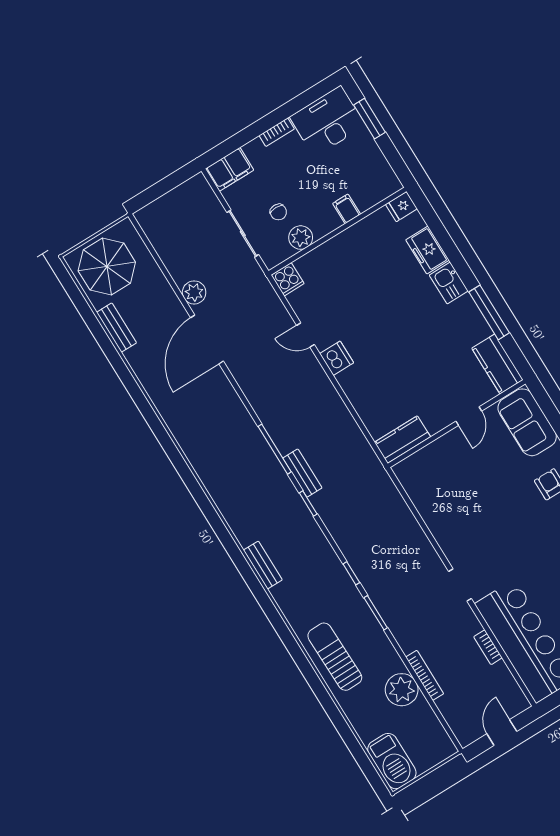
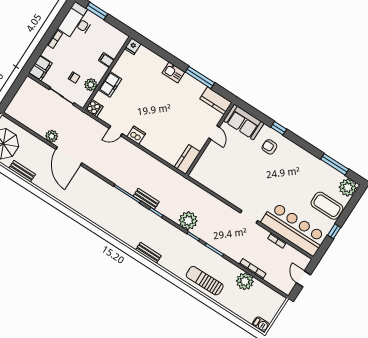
freezer: (427, 250) -> (110, 84), moved, turned -90
plant: (355, 543) -> (188, 221), added
barbecue: (392, 761) -> (261, 324), width x0.53, depth x0.65

